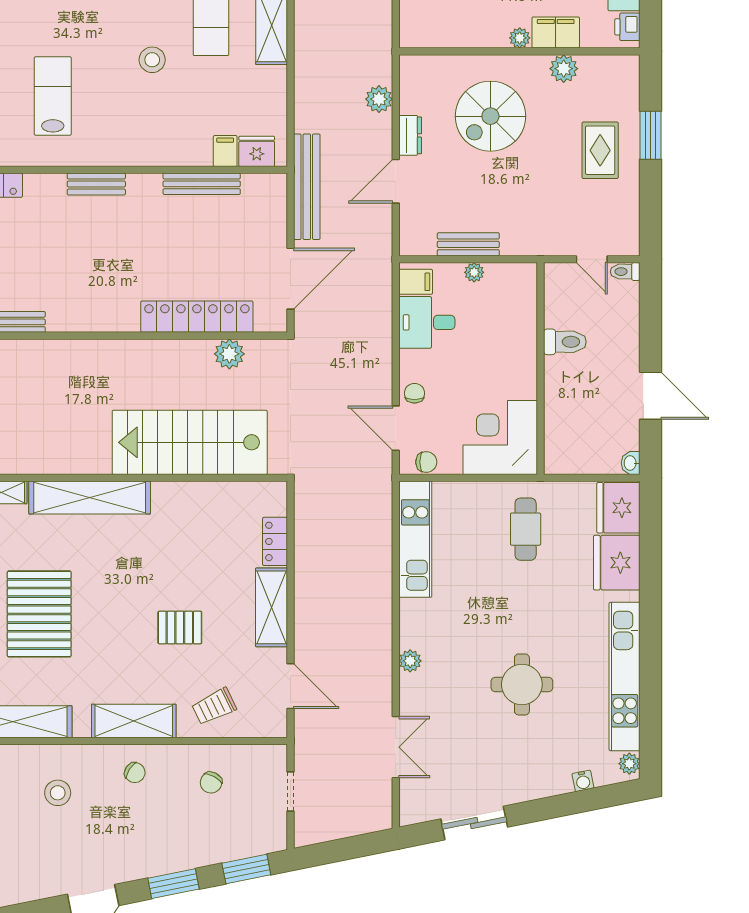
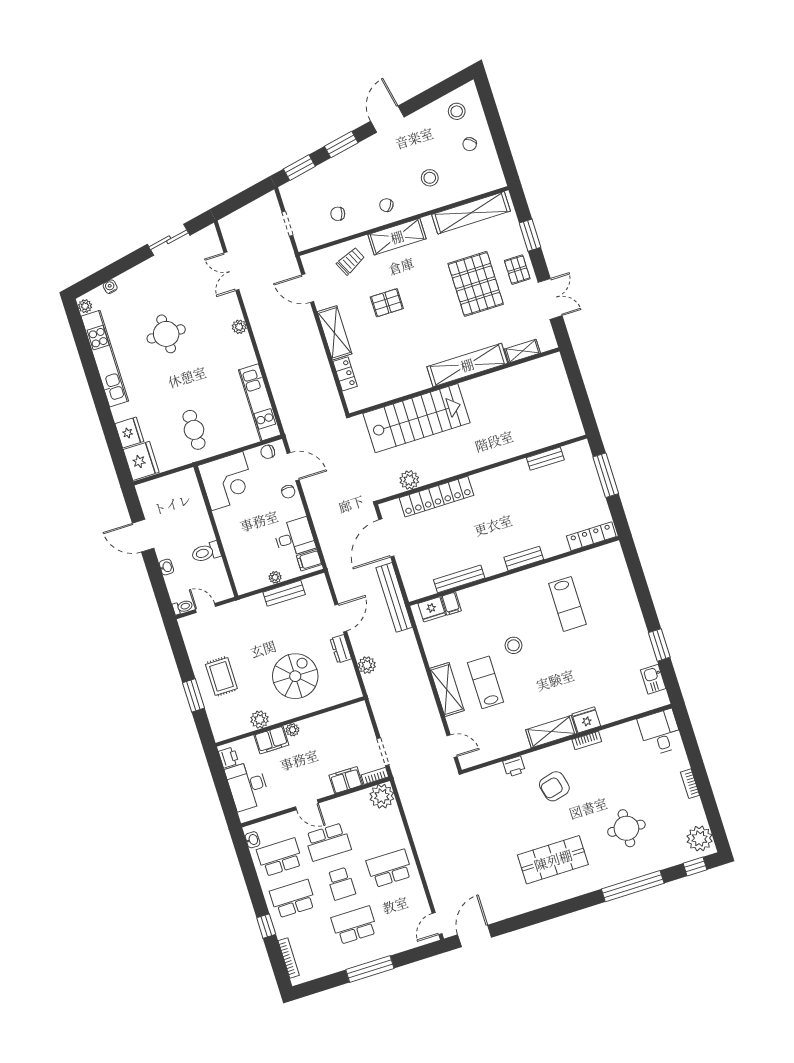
washbasin: (631, 463) -> (166, 567), moved
fridge: (617, 563) -> (129, 433), width x0.73, depth x0.75
chair: (211, 783) -> (338, 214), turned -101

